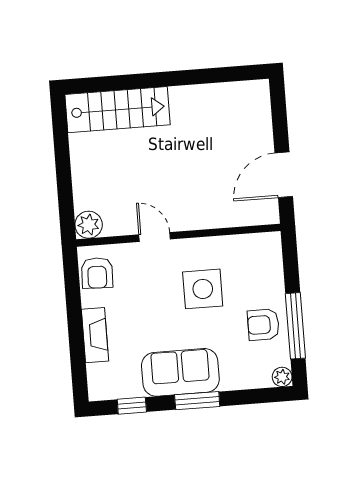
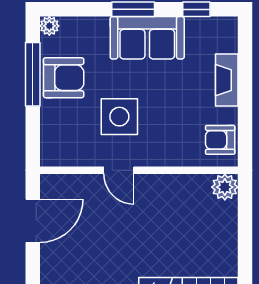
door: (155, 237) -> (119, 170), moved
armchair: (97, 273) -> (220, 140), turned -92
armchair: (263, 325) -> (64, 78), width x1.38, depth x1.38

